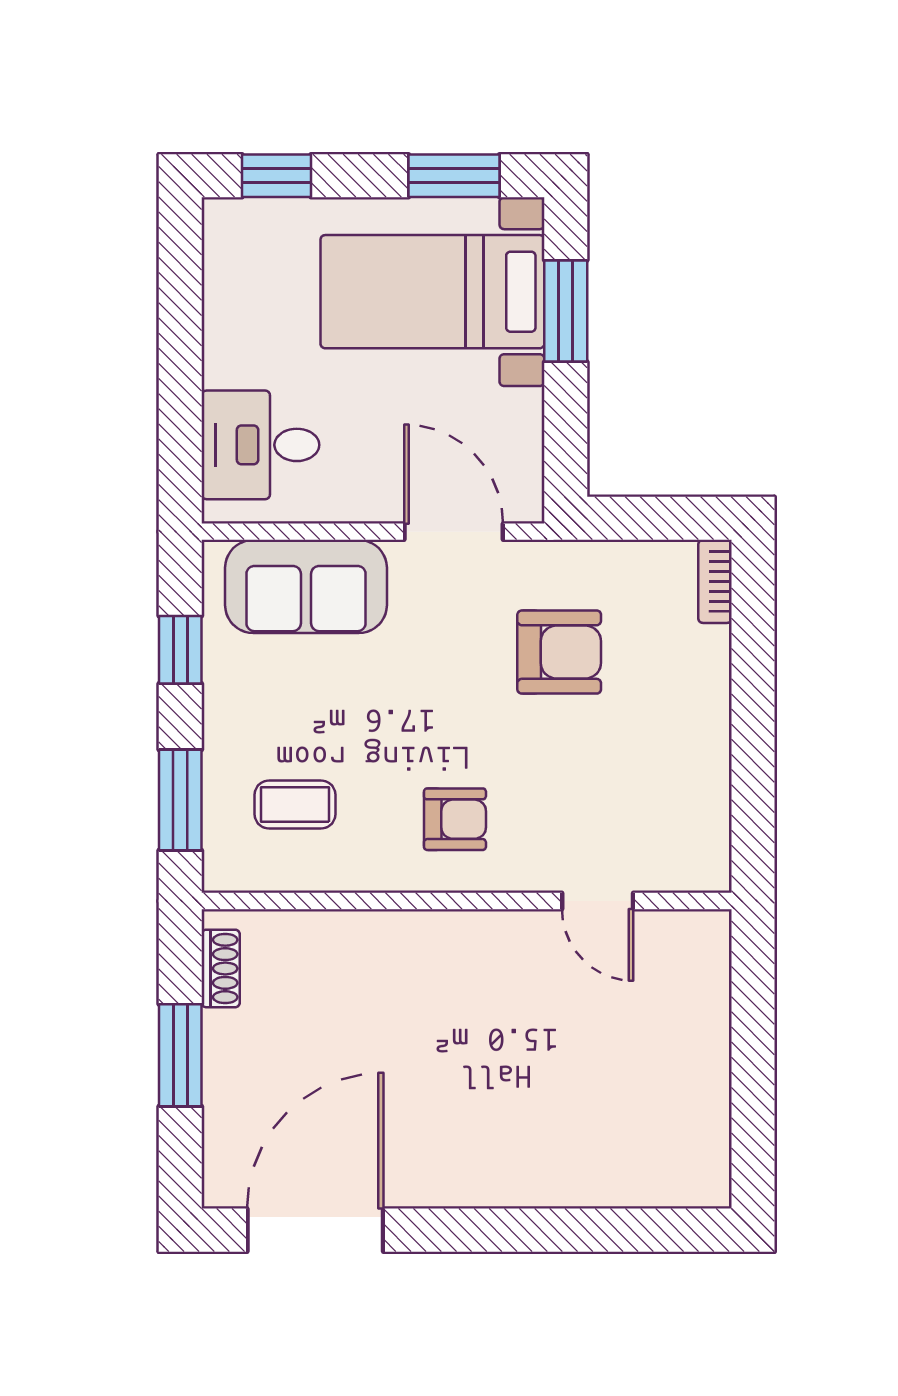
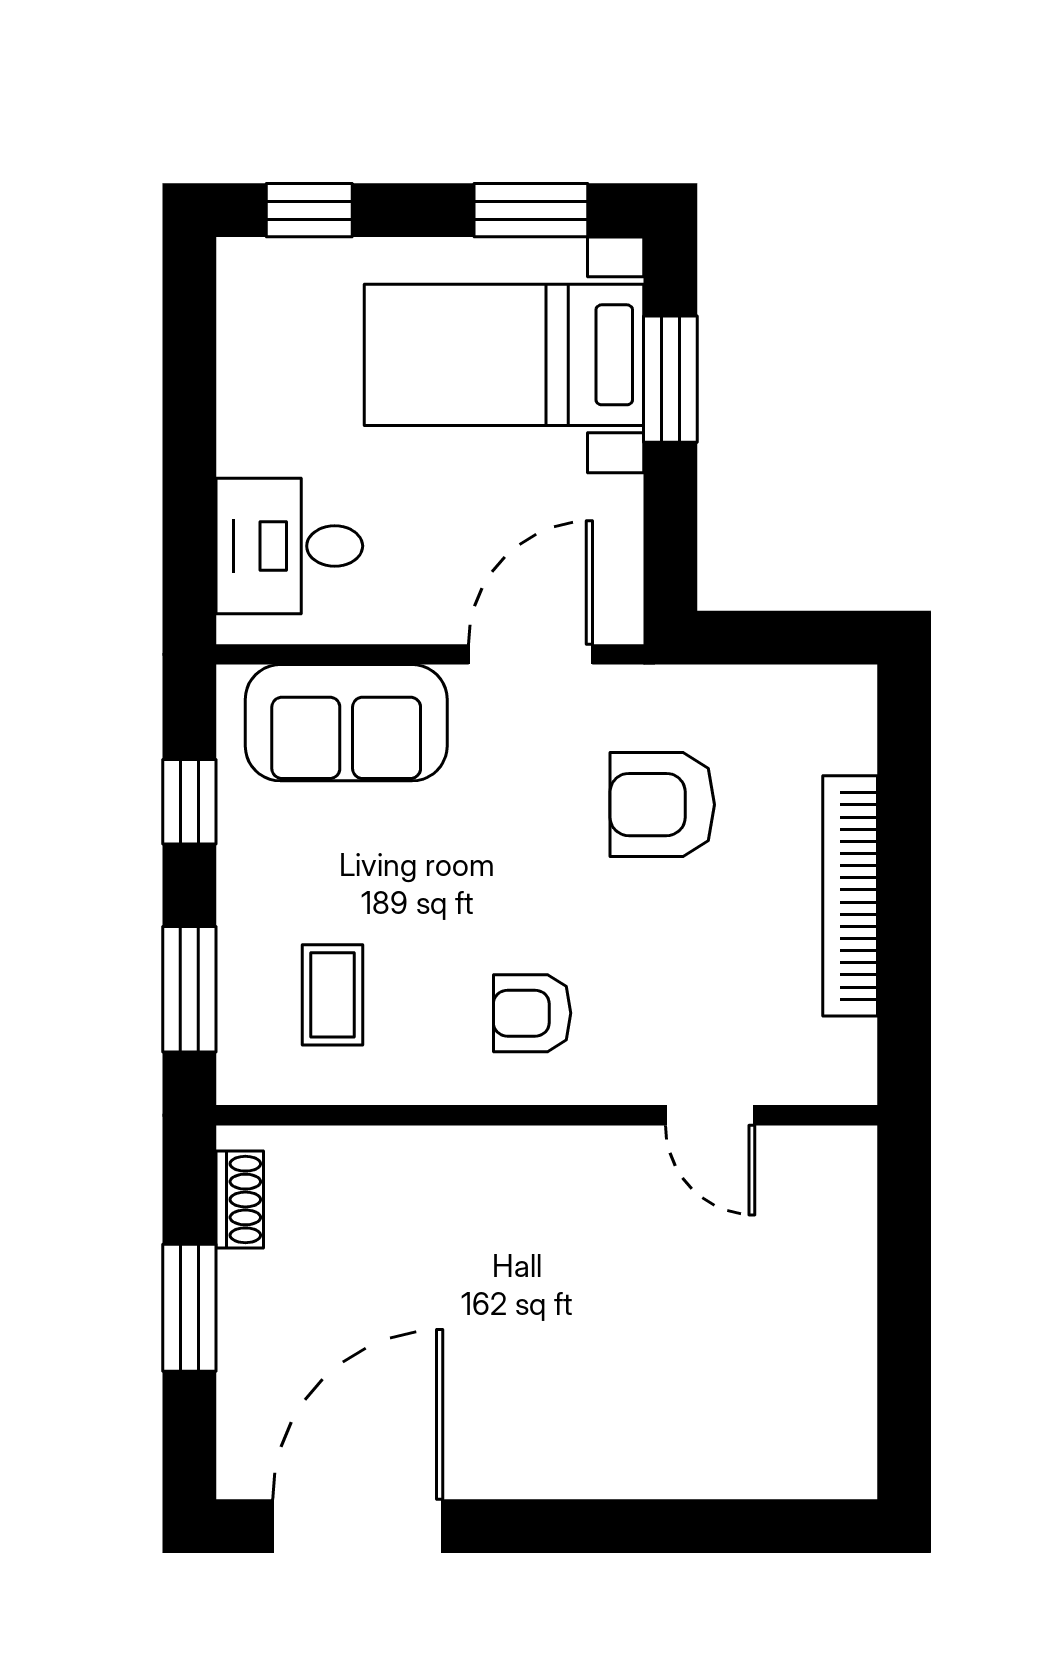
door: (454, 532) -> (530, 654), hinge flipped
bookcase: (715, 581) -> (850, 896), moved, width x2.31, depth x1.31
armchair: (559, 652) -> (662, 805), turned 180
coffee table: (295, 805) -> (332, 995), turned 90
armchair: (455, 819) -> (532, 1013), turned 180

